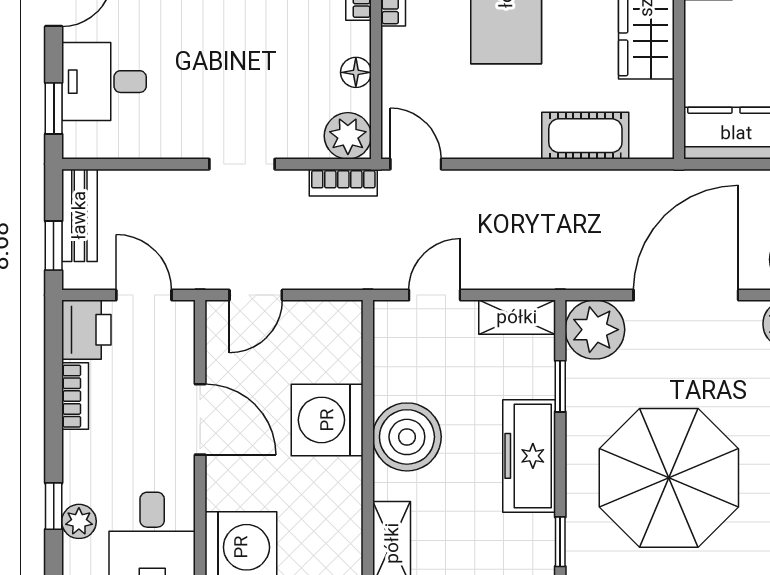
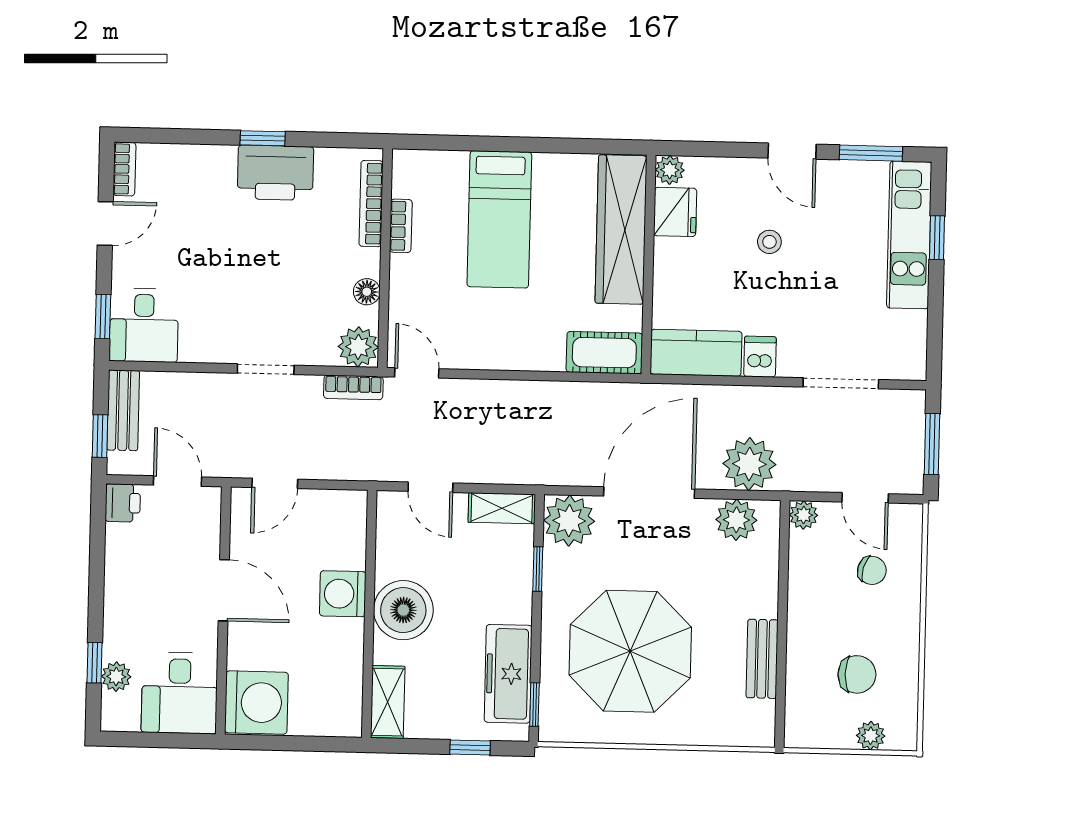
desk: (104, 82) -> (144, 325), moved, turned -90
cot: (585, 136) -> (604, 353), moved
door: (435, 295) -> (430, 487), swing flipped
printer: (86, 330) -> (123, 503), width x0.73, depth x0.81
bookcase: (75, 396) -> (116, 567), removed
washing machine: (327, 420) -> (343, 594), width x0.73, depth x0.73
freezer: (529, 456) -> (508, 674), moved

